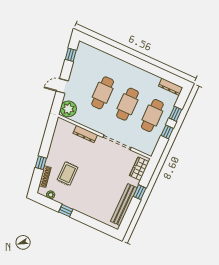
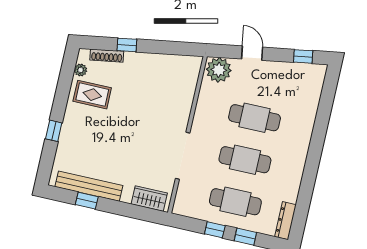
dresser: (85, 134) -> (185, 104), removed
rug: (68, 174) -> (92, 95), moved
window: (140, 192) -> (87, 201), moved
window: (66, 211) -> (54, 131), moved

